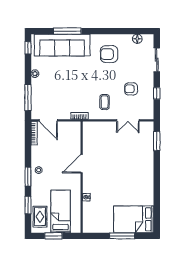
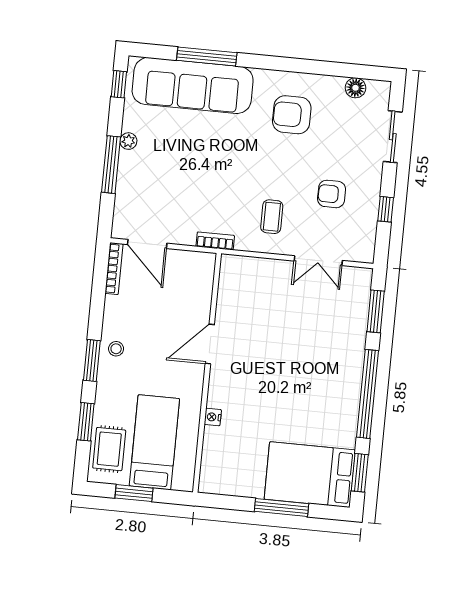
window: (28, 98) -> (111, 165), moved
window: (157, 180) -> (368, 394), added
window: (157, 216) -> (360, 473), added

